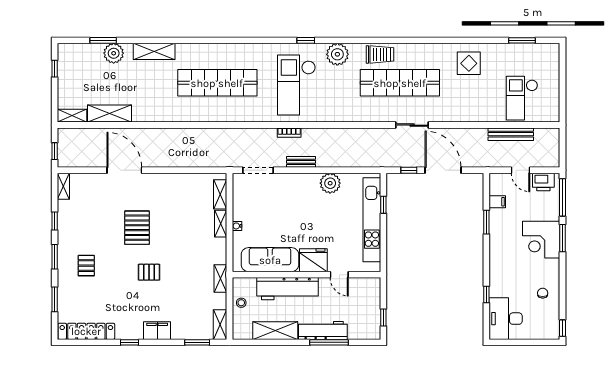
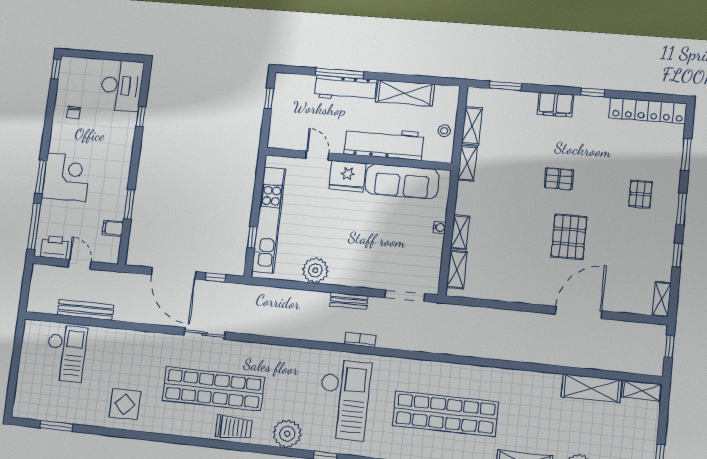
trolley: (380, 54) -> (234, 428), turned 180
door: (124, 170) -> (578, 312), swing flipped
shelving: (220, 325) -> (472, 126), moved

